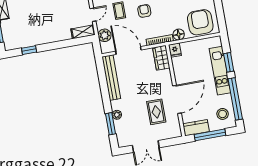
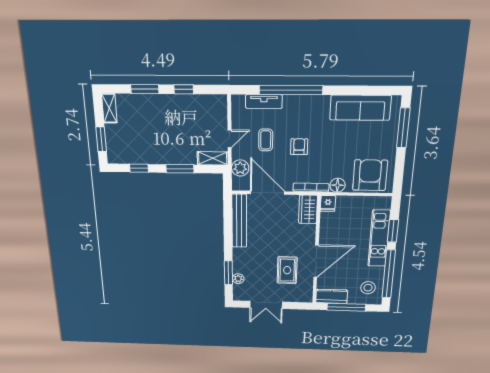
window: (60, 45) -> (180, 169), added
plant: (117, 115) -> (238, 279), moved

